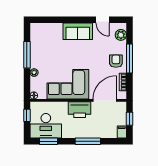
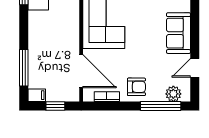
window: (130, 58) -> (161, 106), moved
printer: (80, 110) -> (68, 36), removed
window: (88, 141) -> (24, 68), moved

